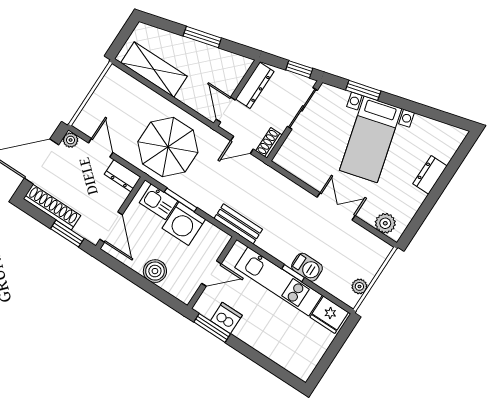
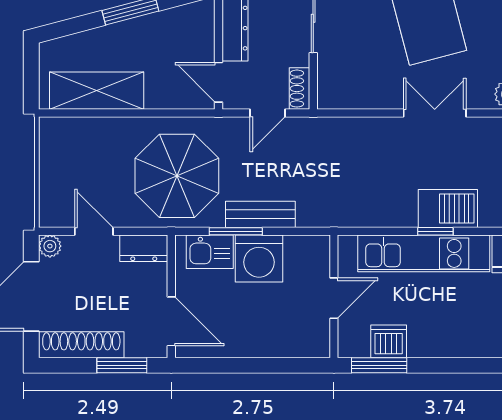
bench: (238, 224) -> (260, 214), moved
barbecue: (307, 267) -> (448, 209), width x1.38, depth x1.27
boiler: (155, 271) -> (262, 341), removed

